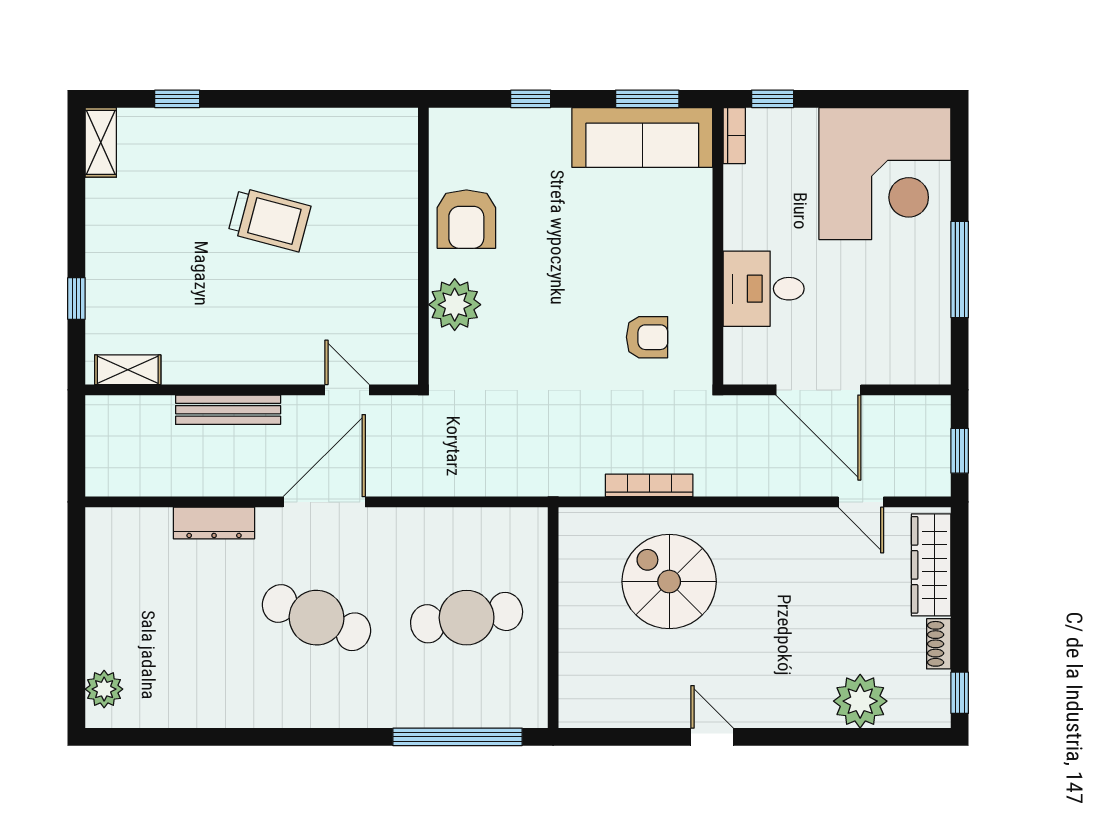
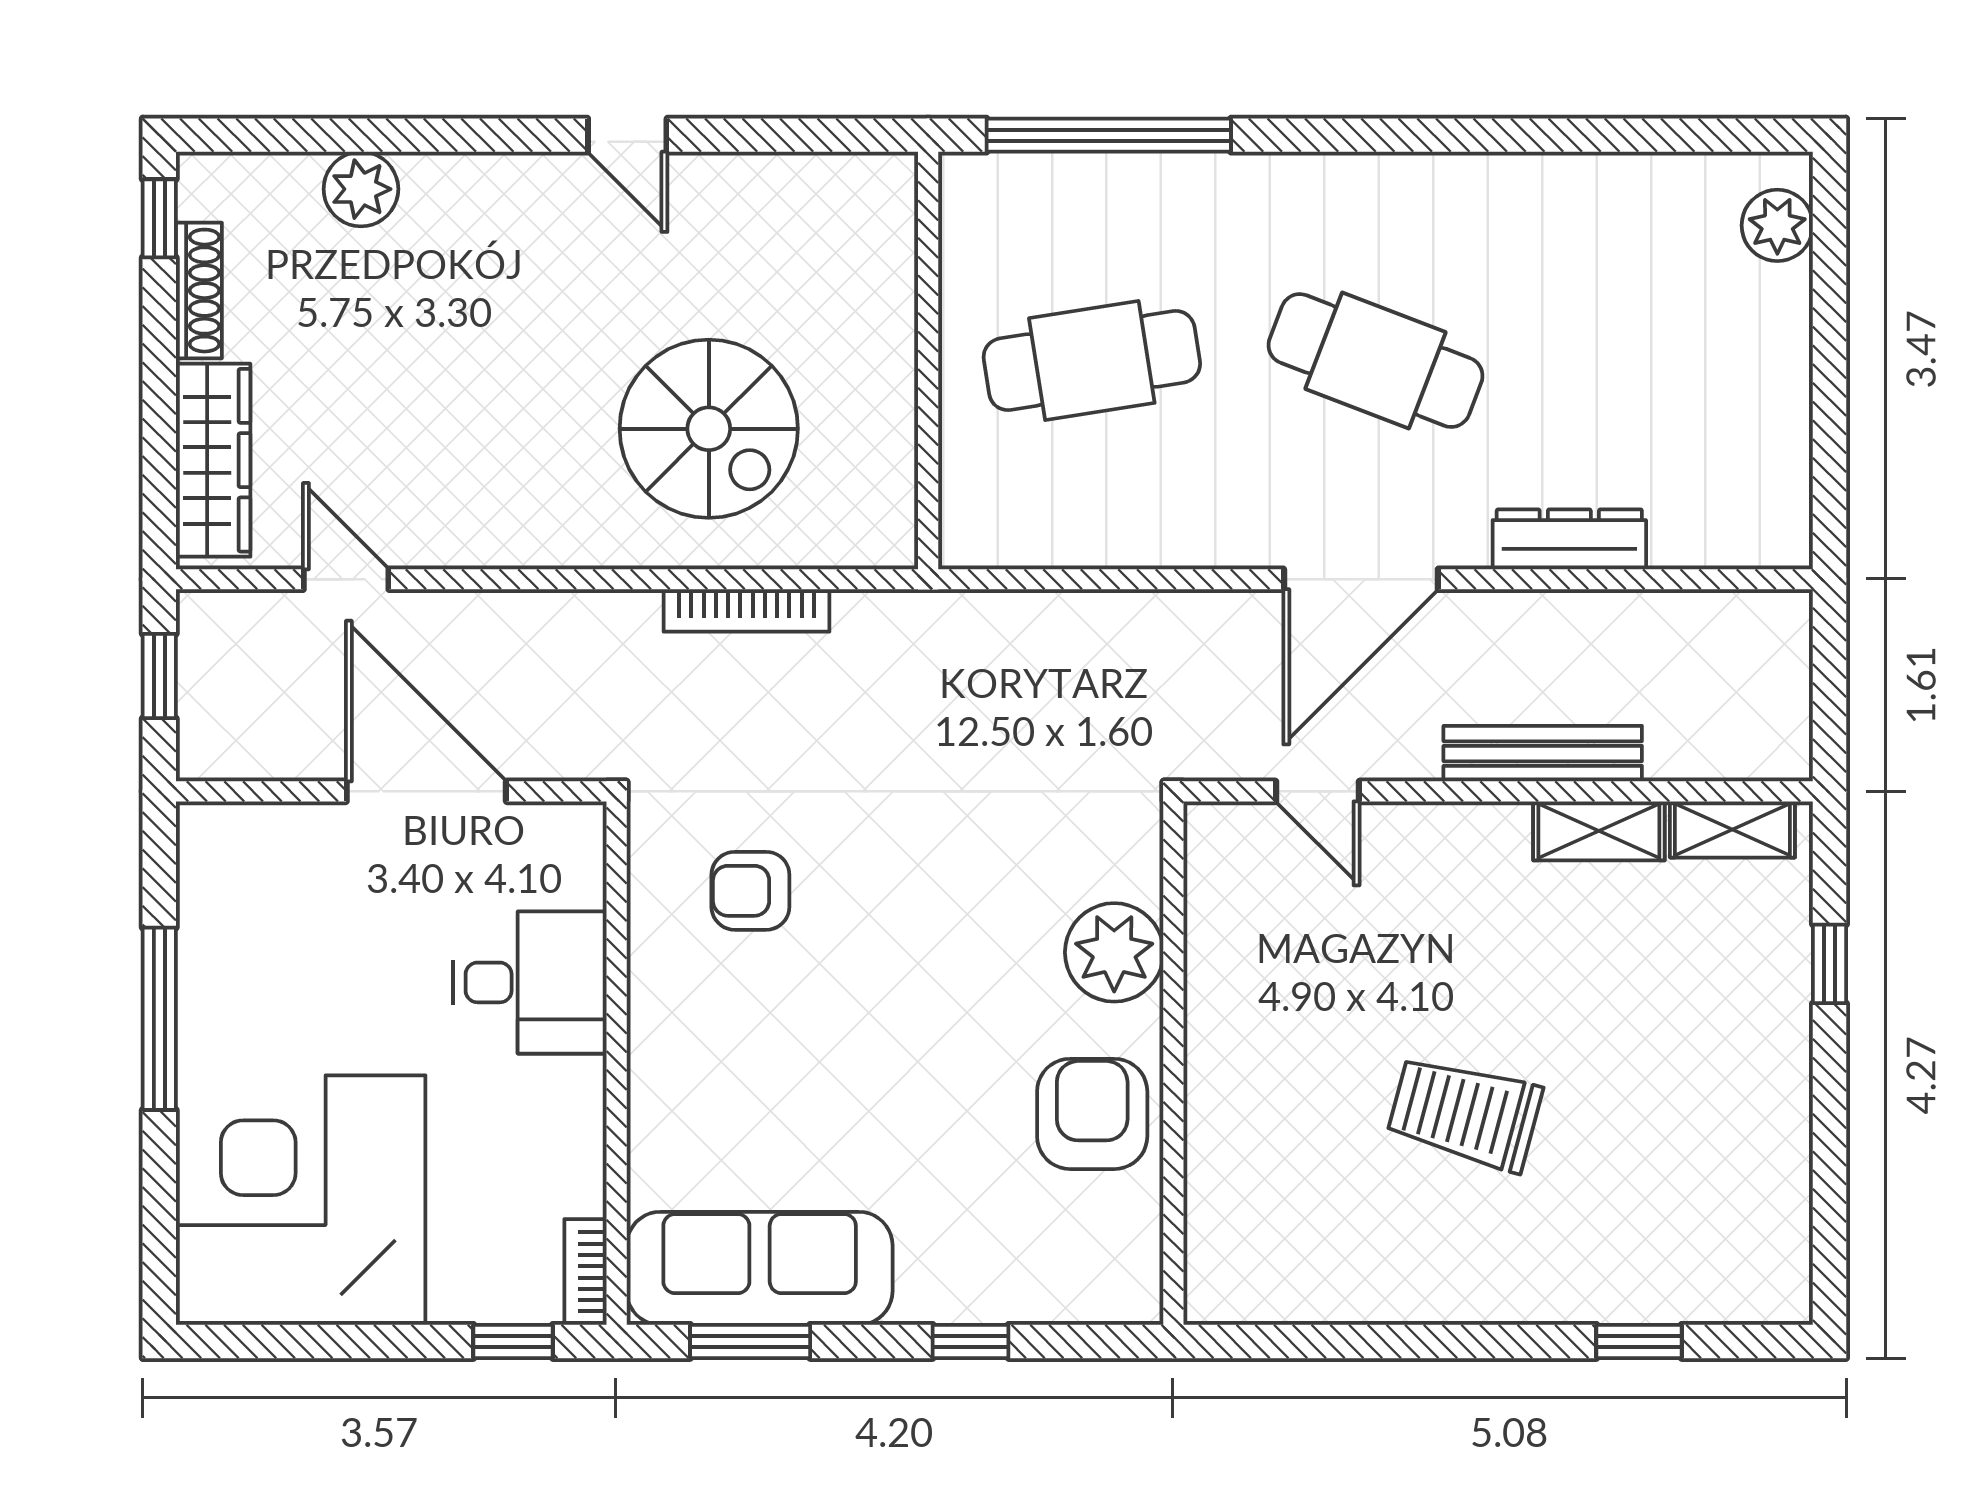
shelving: (101, 142) -> (1599, 831), moved, turned 90
shoe rack: (939, 644) -> (199, 291), width x1.43
plant: (860, 701) -> (361, 189), width x0.73, depth x0.73

